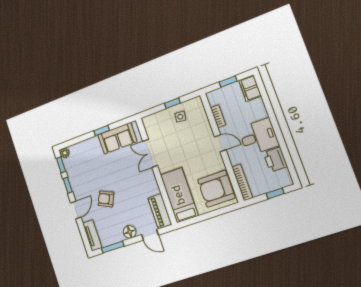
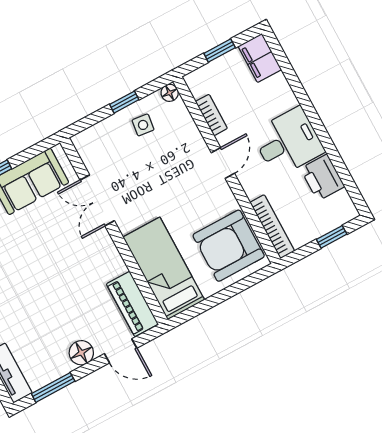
floor lamp: (197, 101) -> (170, 93), added
door: (220, 143) -> (223, 163), hinge flipped
armchair: (106, 199) -> (25, 299), removed

